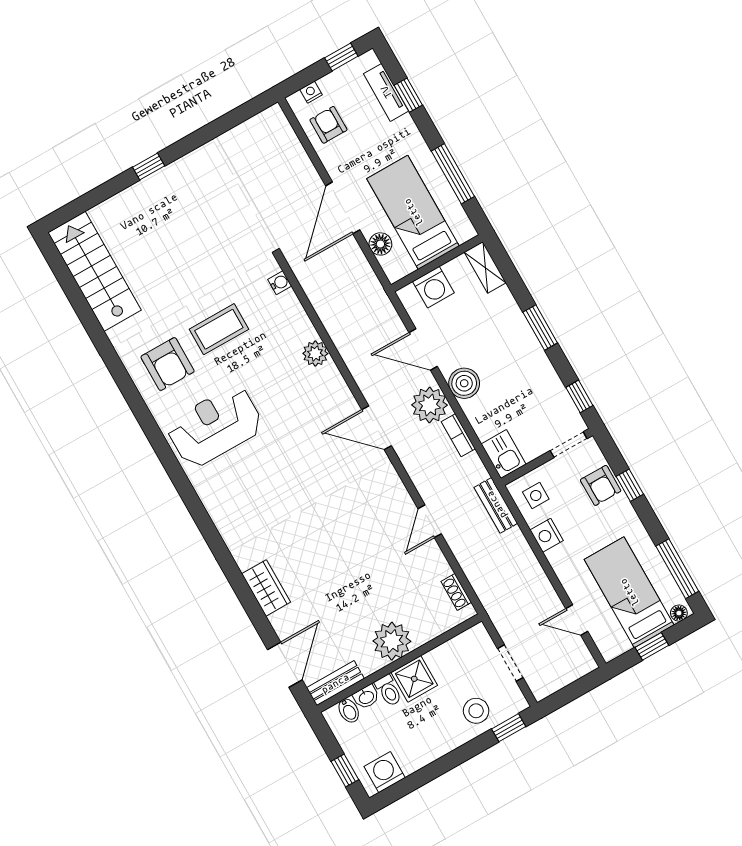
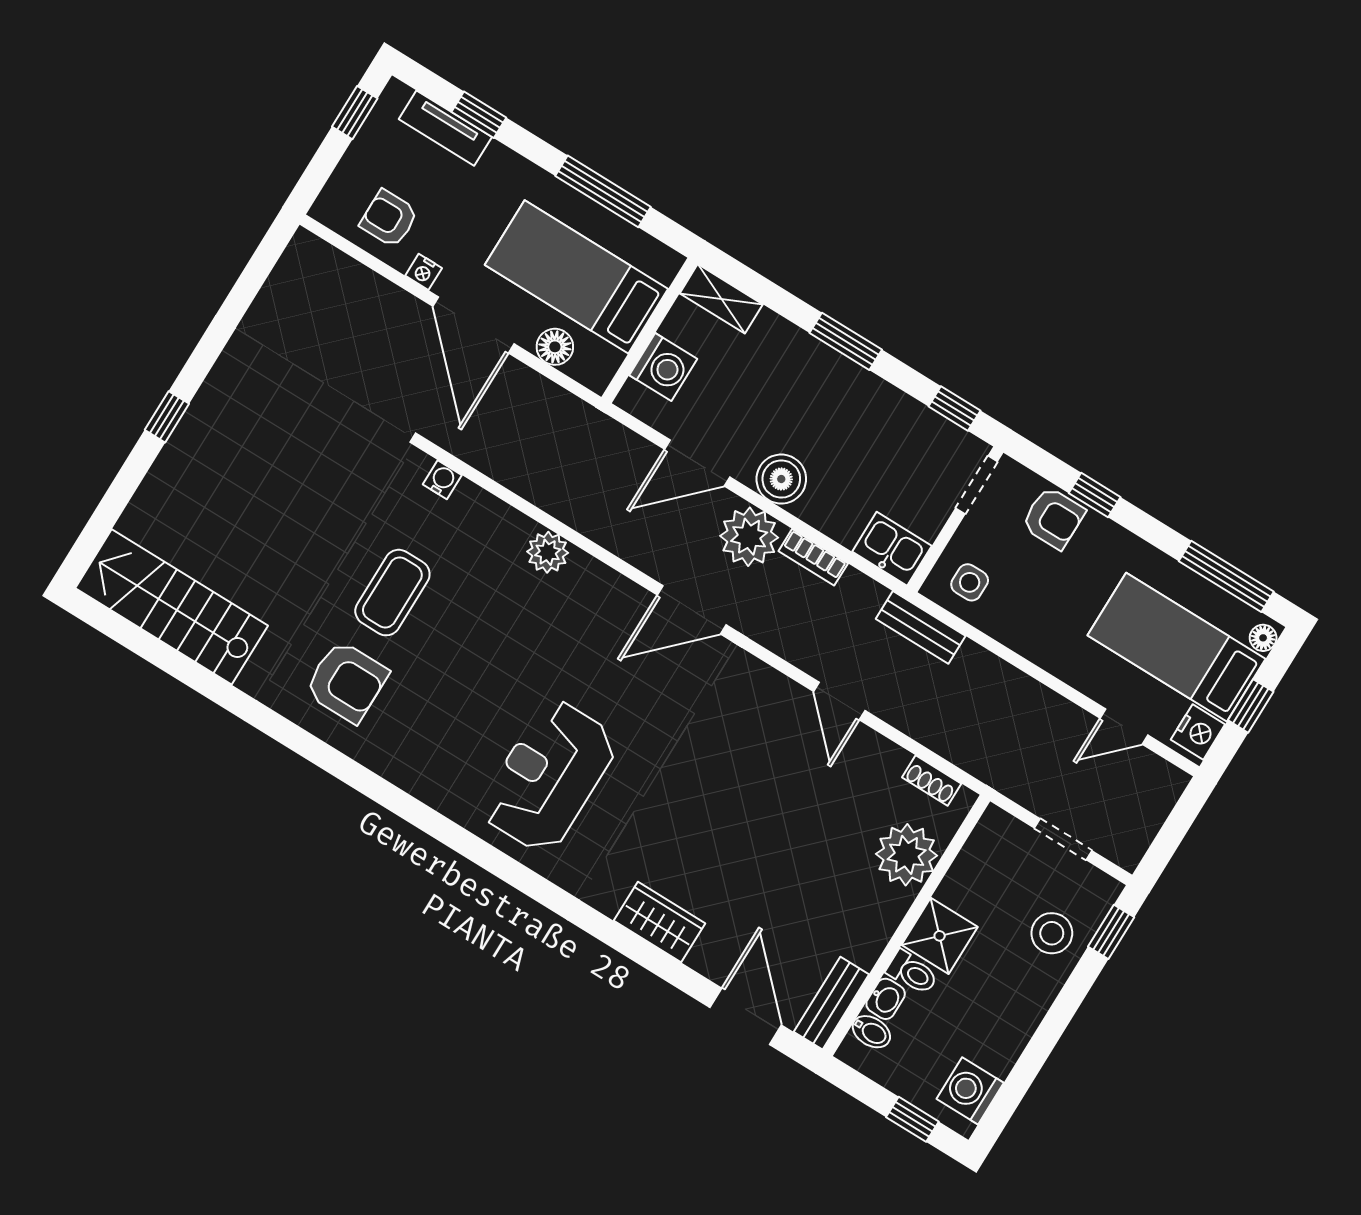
nightstand: (311, 92) -> (424, 272), moved, turned -90
reception desk: (215, 426) -> (549, 776), moved
nightstand: (547, 535) -> (1198, 732), moved, turned -90
plant: (392, 641) -> (907, 855), moved

